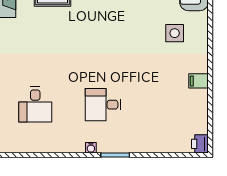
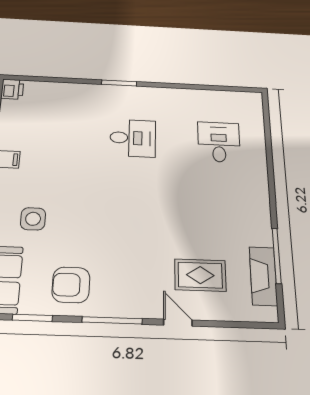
water cooler: (91, 148) -> (149, 92), removed

